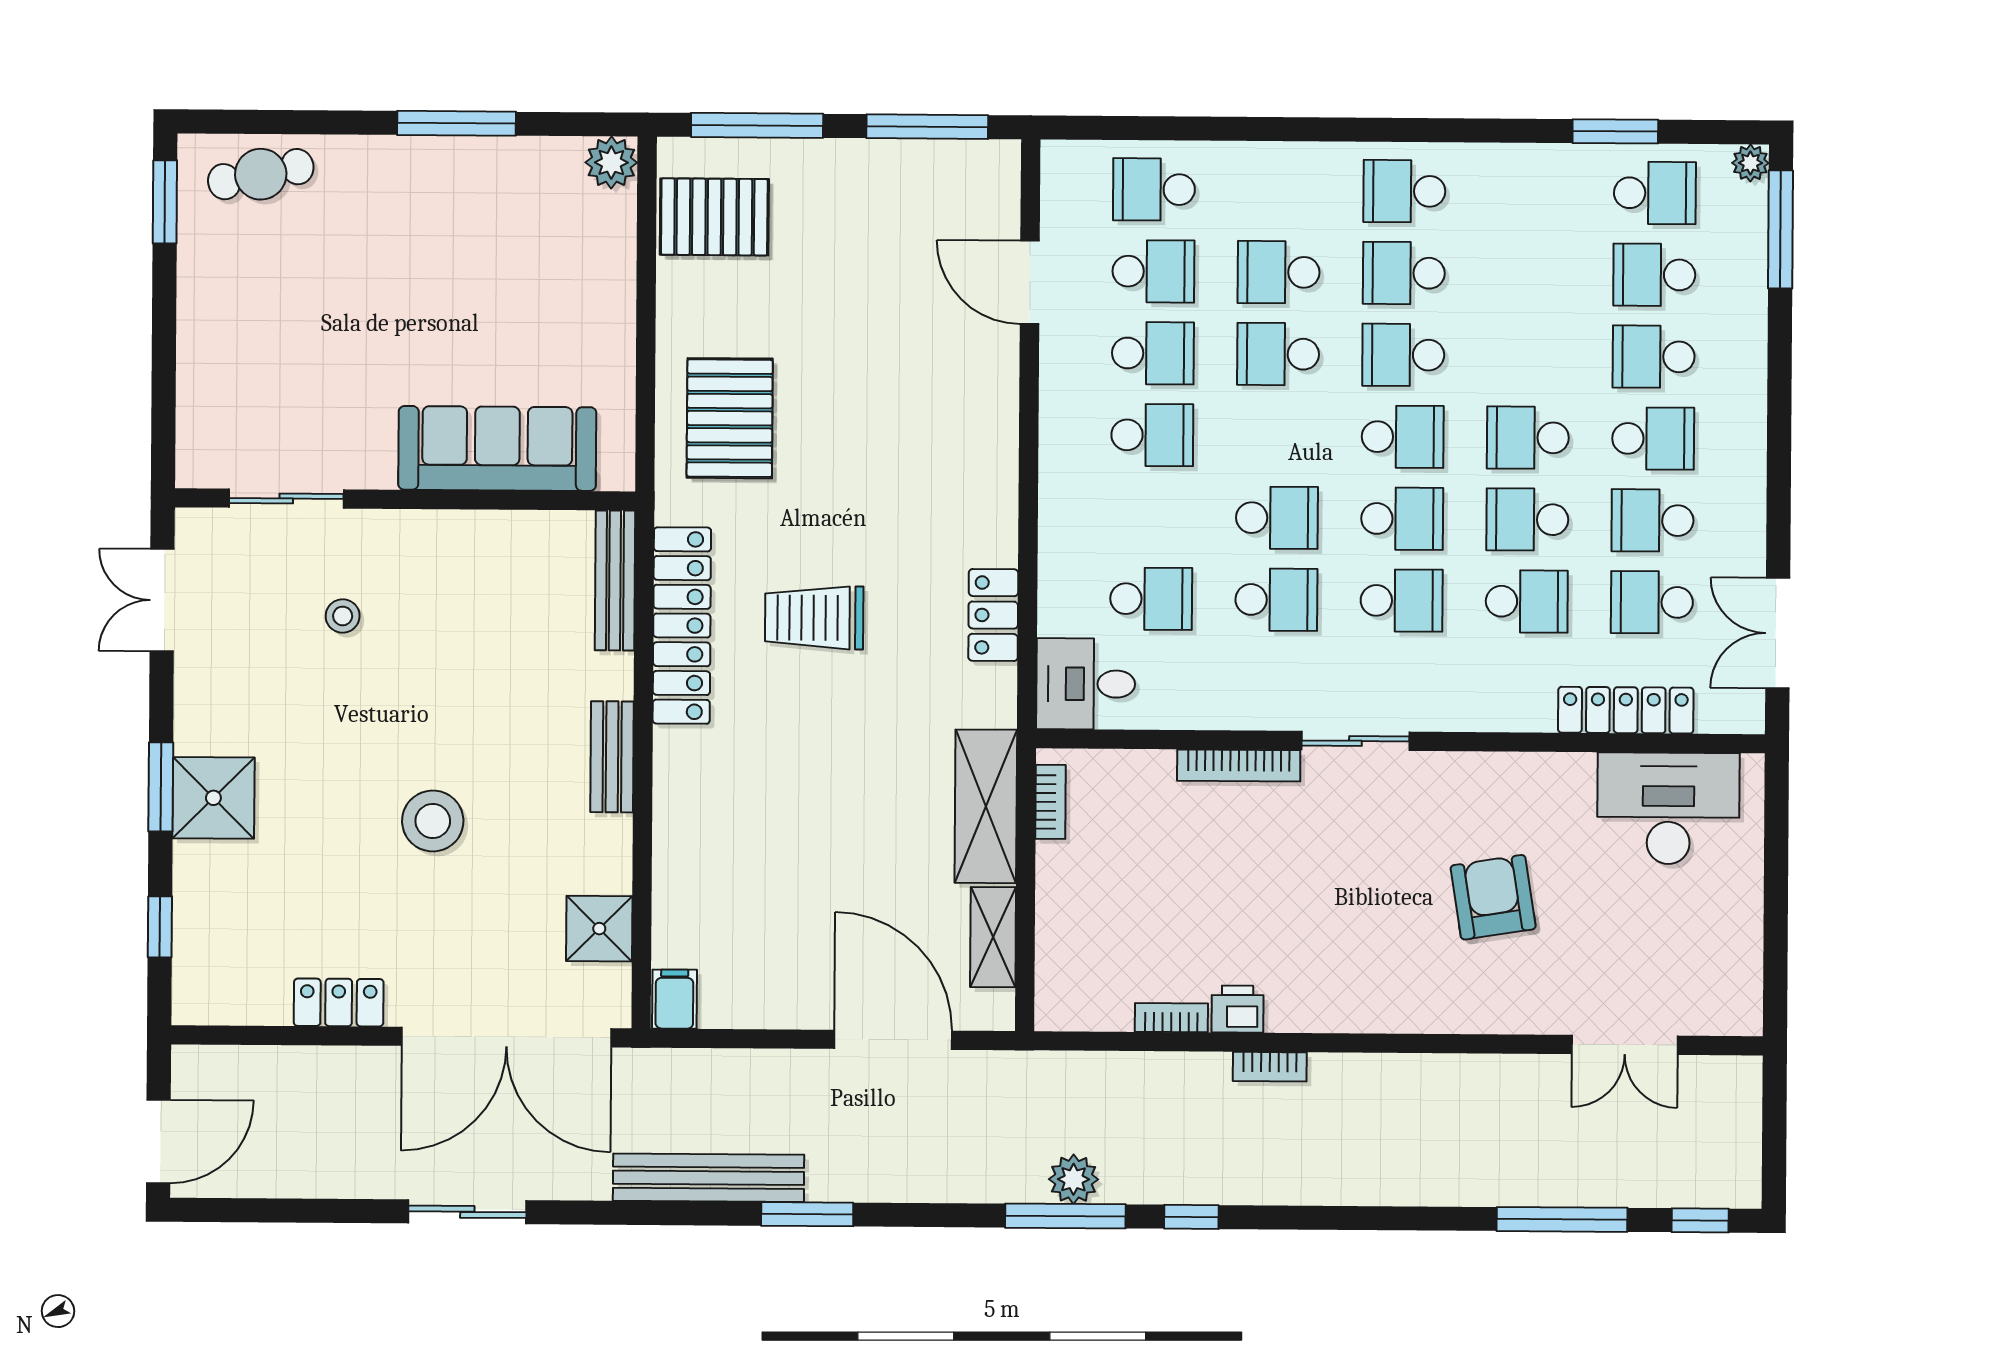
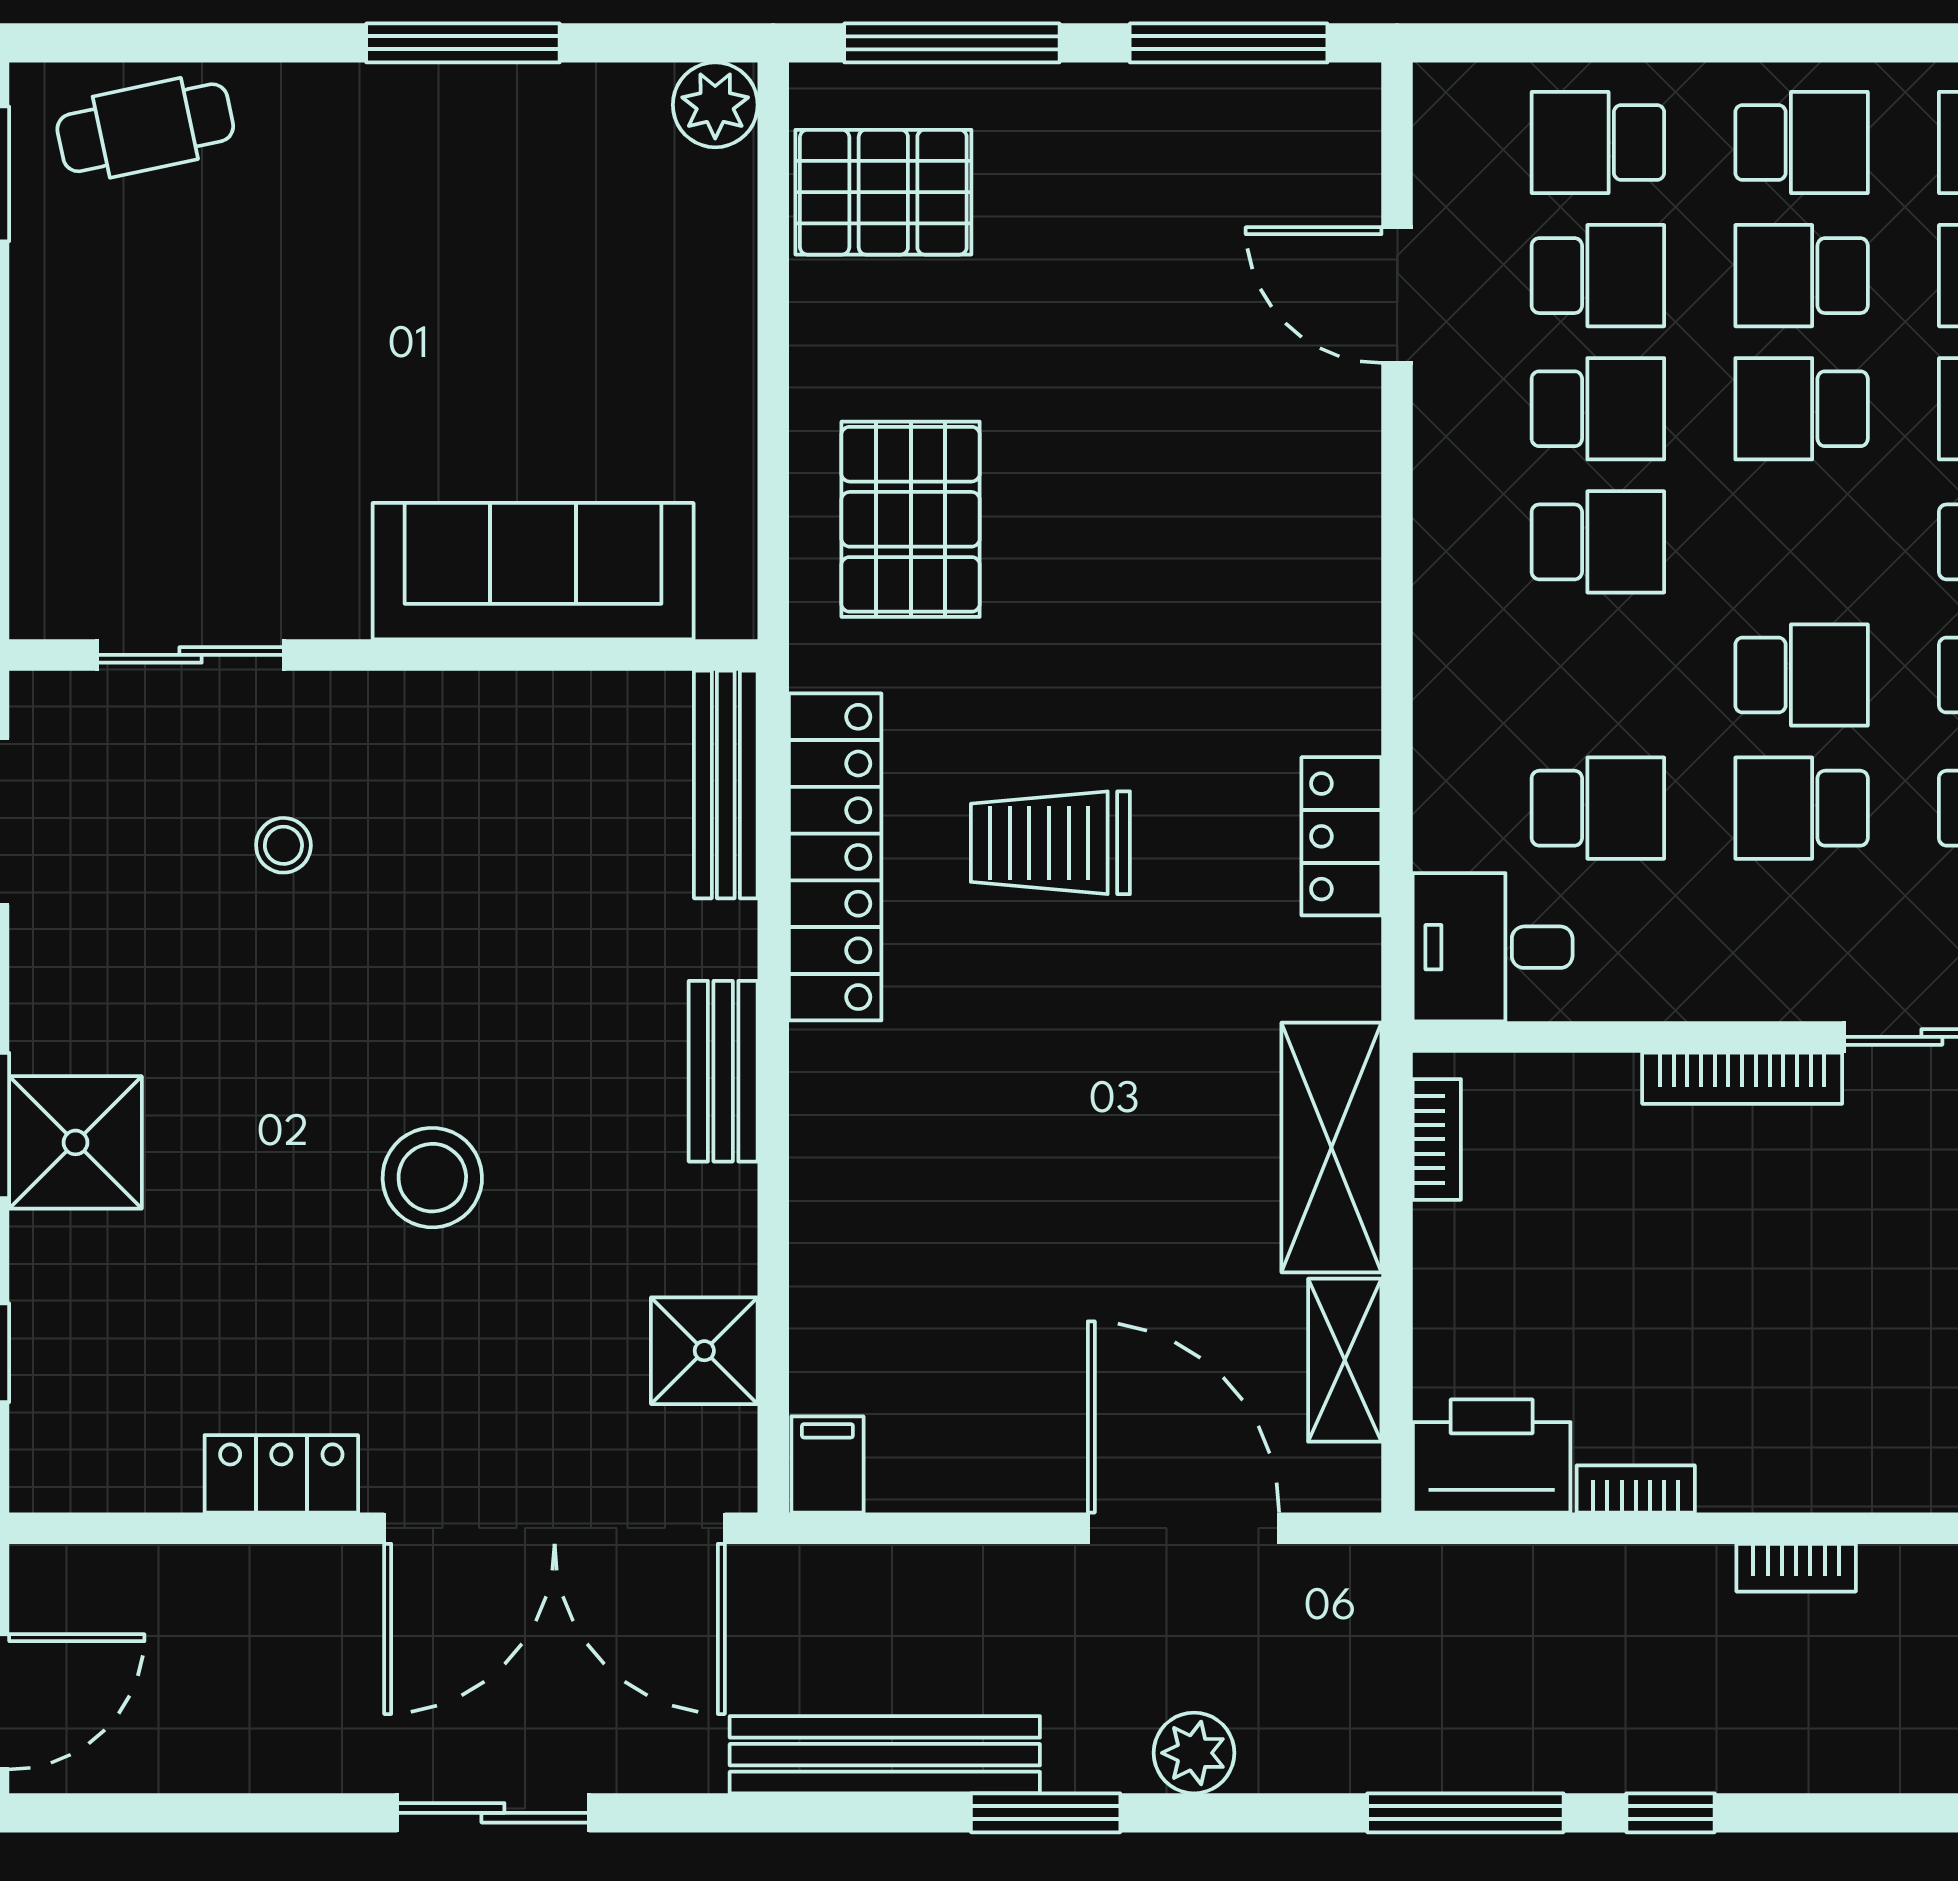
school desk: (1279, 190) -> (1802, 142), added
school desk: (1276, 600) -> (1802, 808), turned 180
printer: (1238, 1009) -> (1492, 1456), moved, width x1.87, depth x1.48
plant: (1074, 1179) -> (1194, 1753), moved

